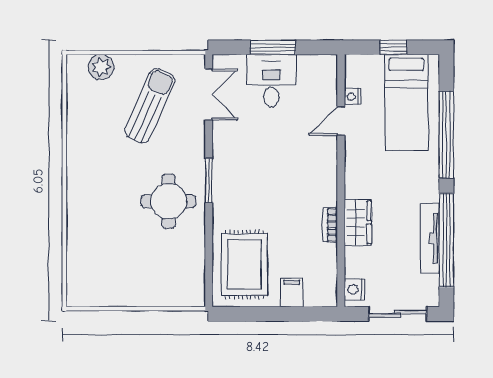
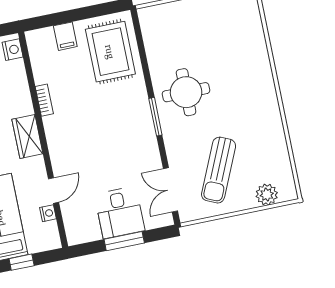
wardrobe: (358, 222) -> (27, 137), moved

